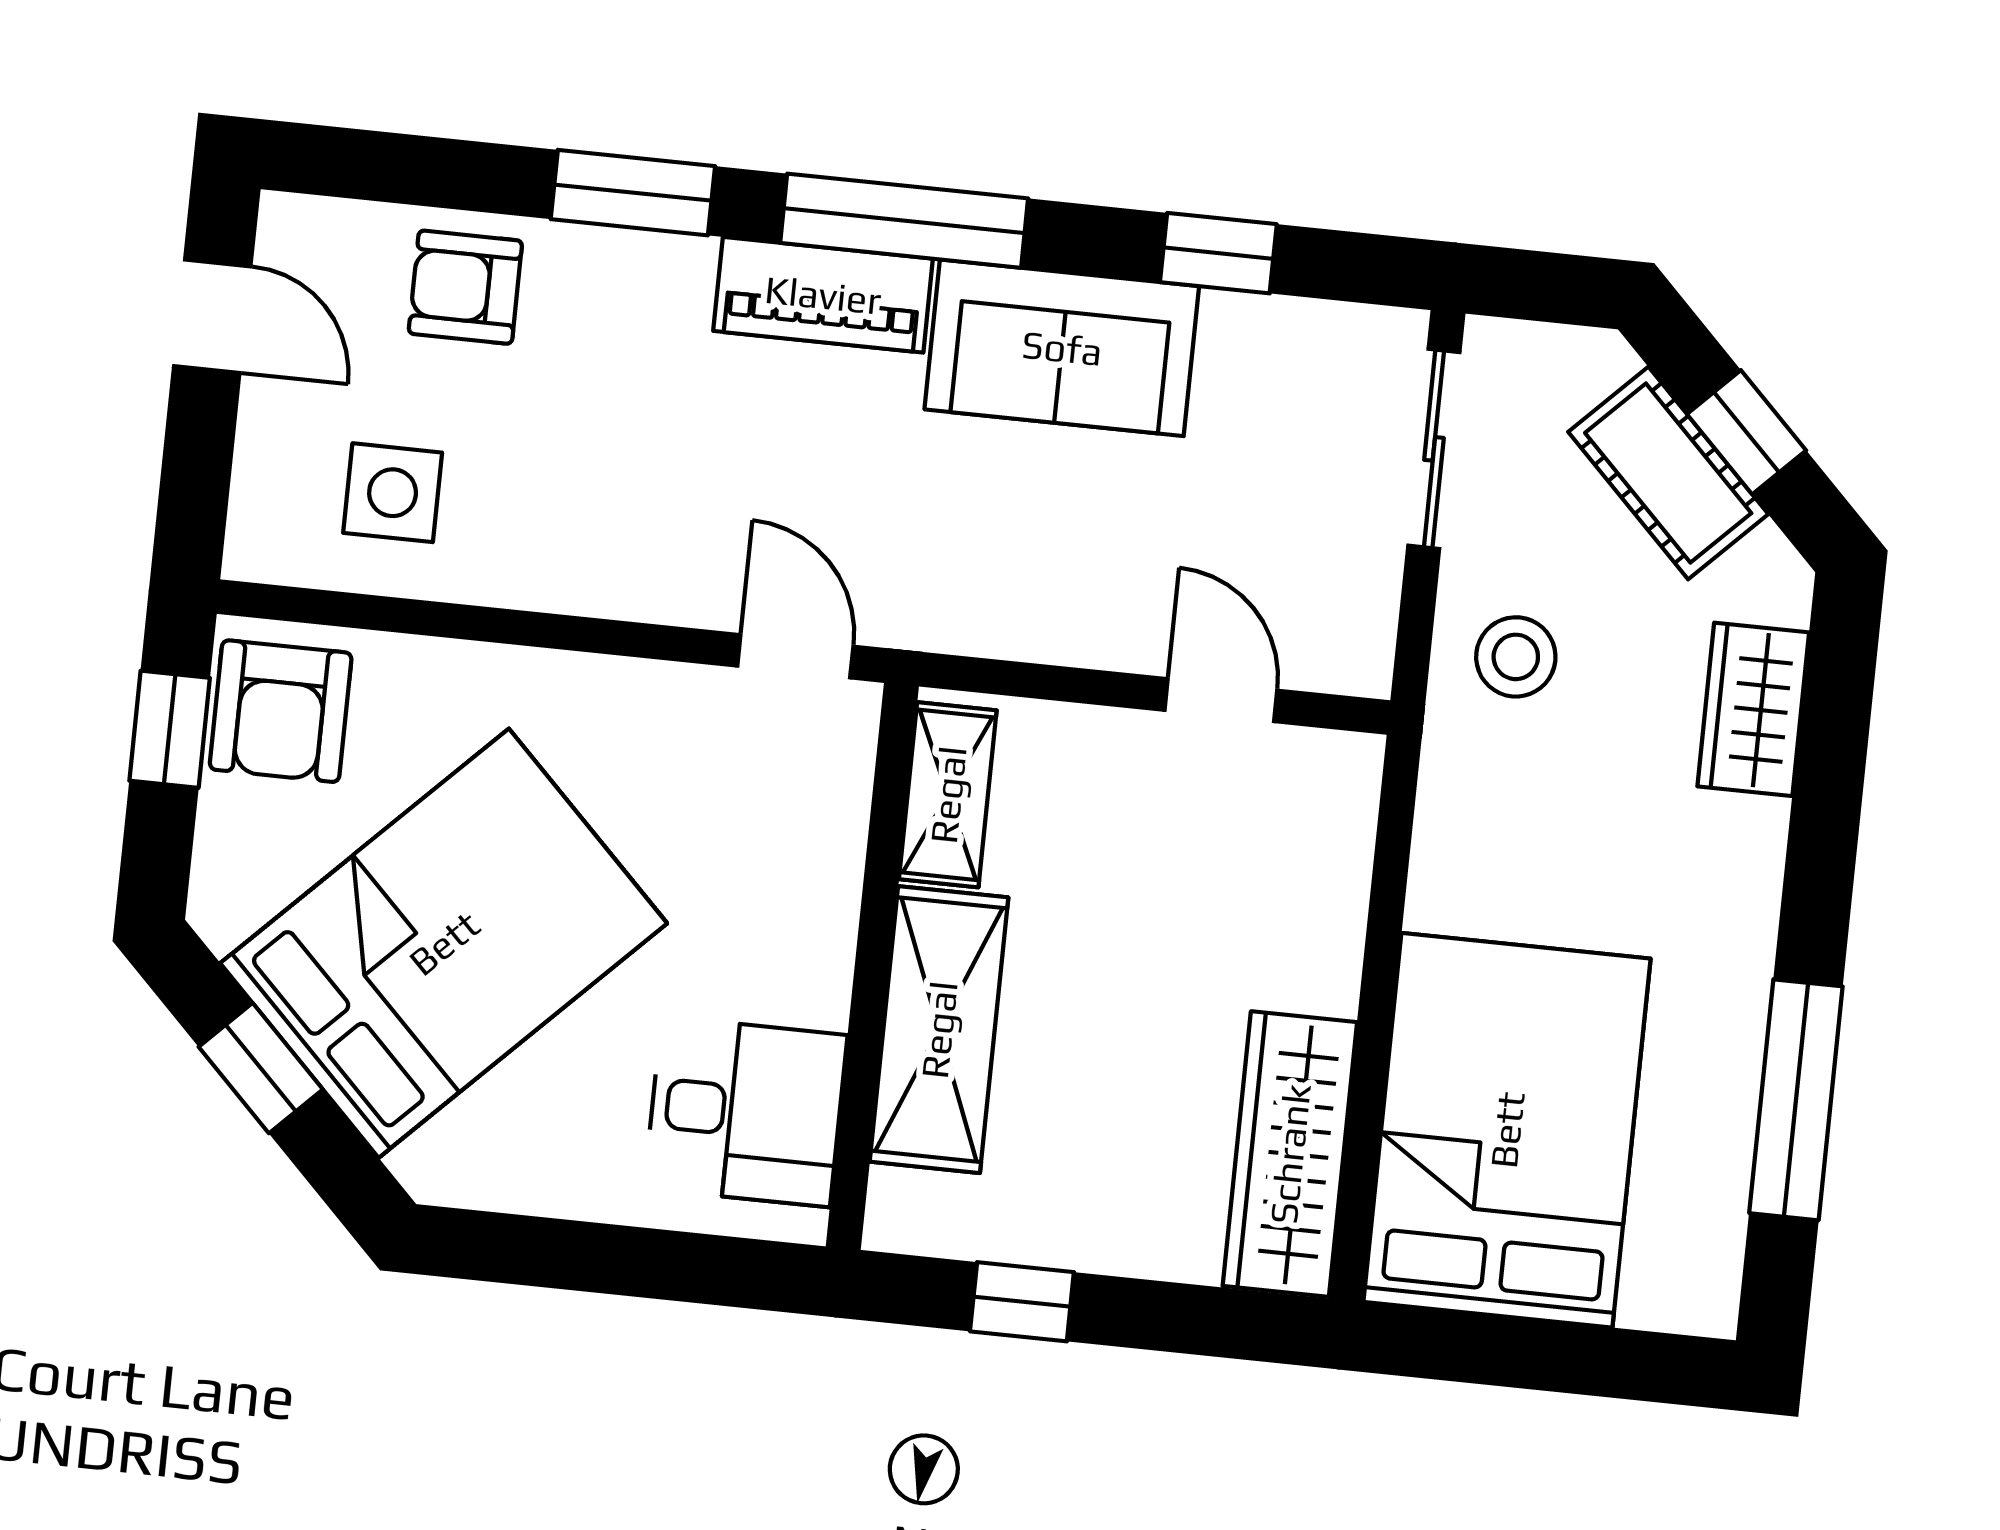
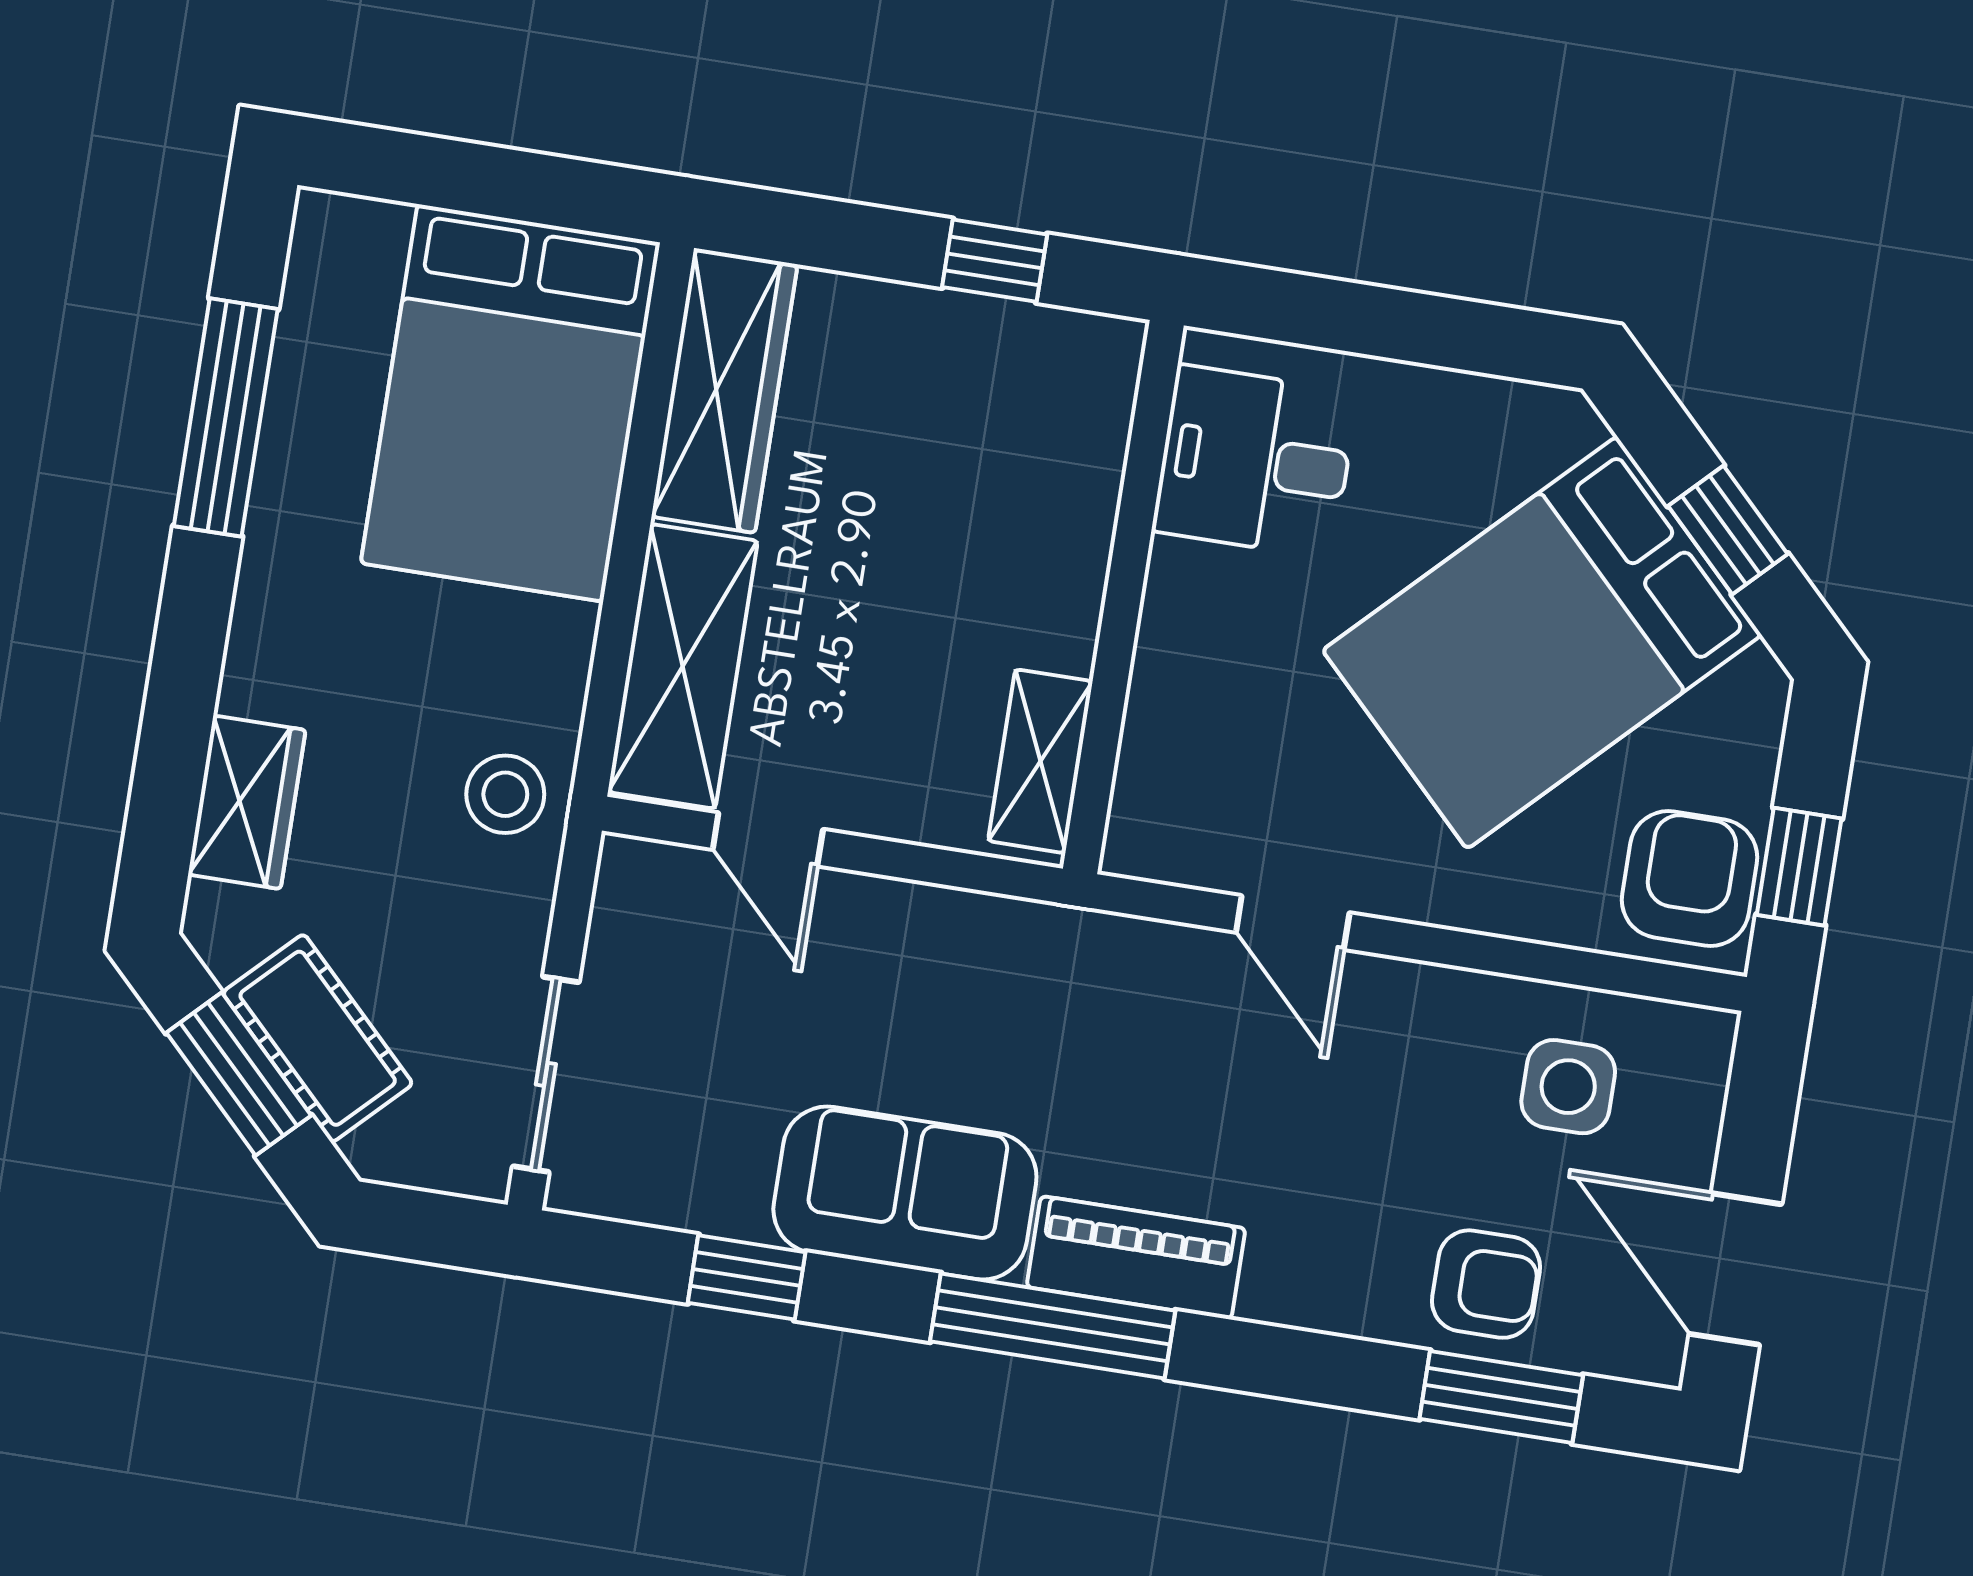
window: (633, 193) -> (1501, 1397), moved
door: (212, 316) -> (1735, 1269), width x1.38
window: (1747, 432) -> (239, 1074), width x1.50
door: (795, 656) -> (1293, 923), moved
stool: (1516, 657) -> (505, 794), moved
shelving: (939, 1030) -> (683, 666), moved

